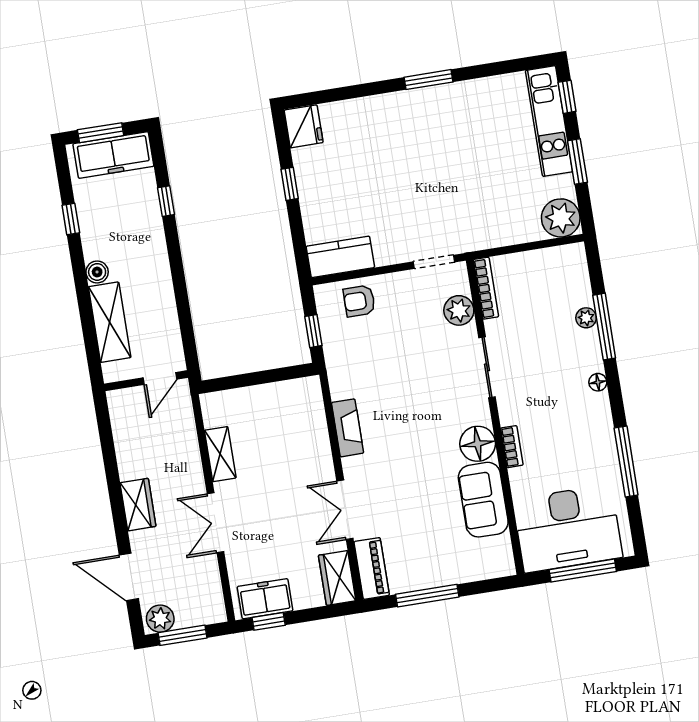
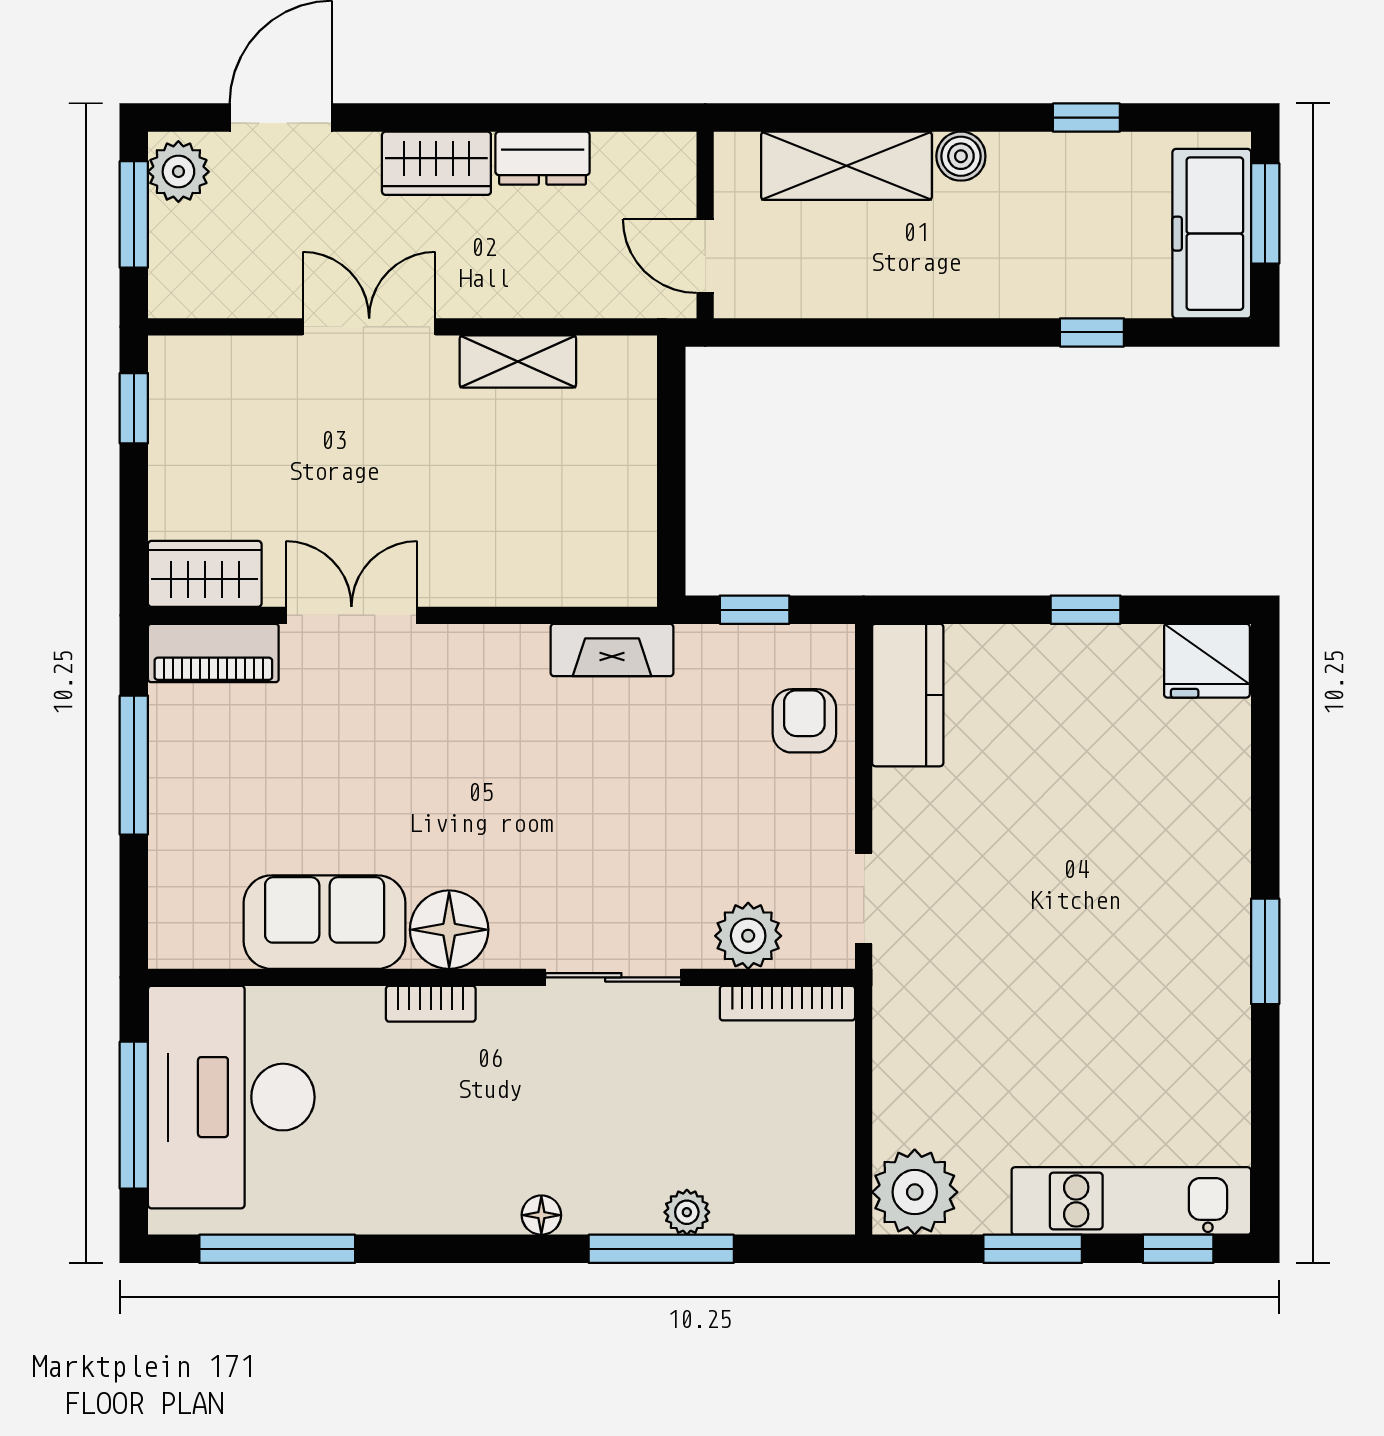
fireplace: (348, 428) -> (612, 650), moved
dresser: (128, 458) -> (543, 158), added
window: (626, 462) -> (277, 1249), moved
freezer: (265, 599) -> (185, 408), removed

